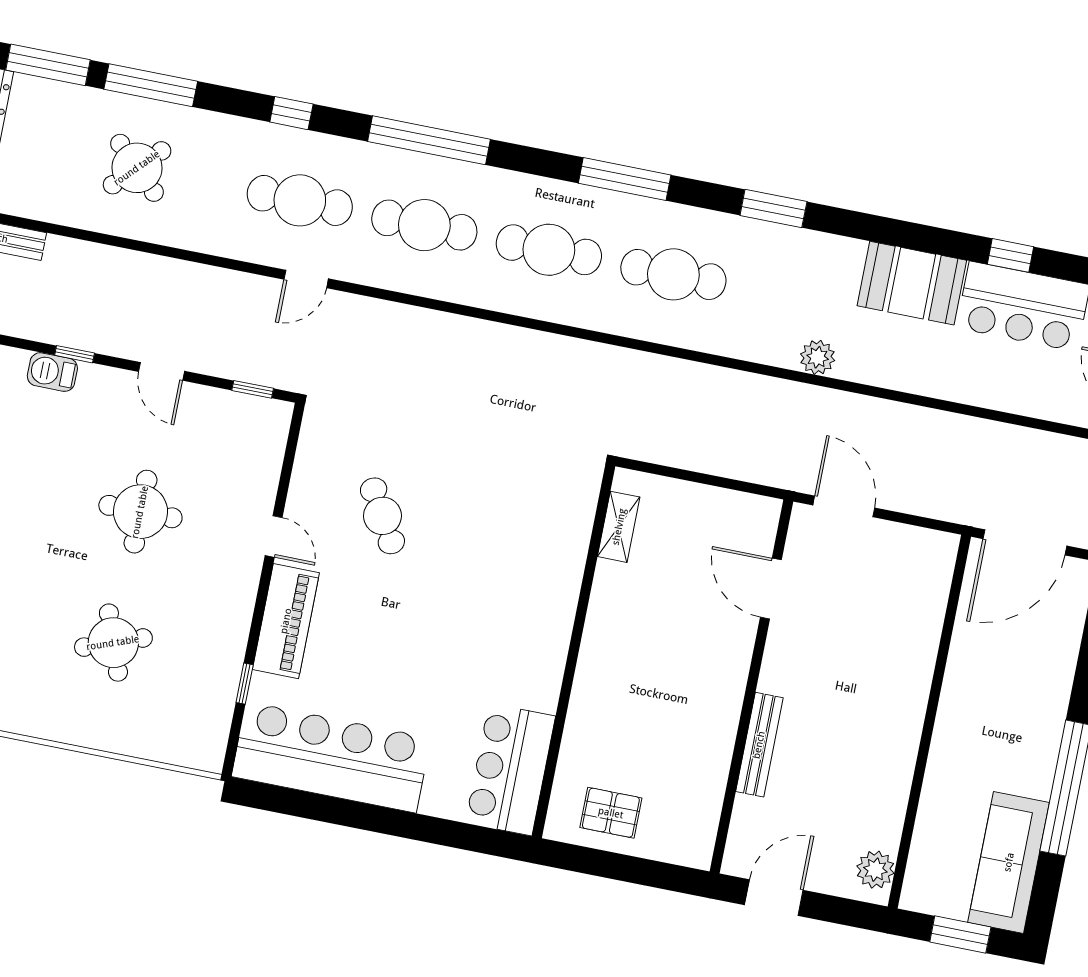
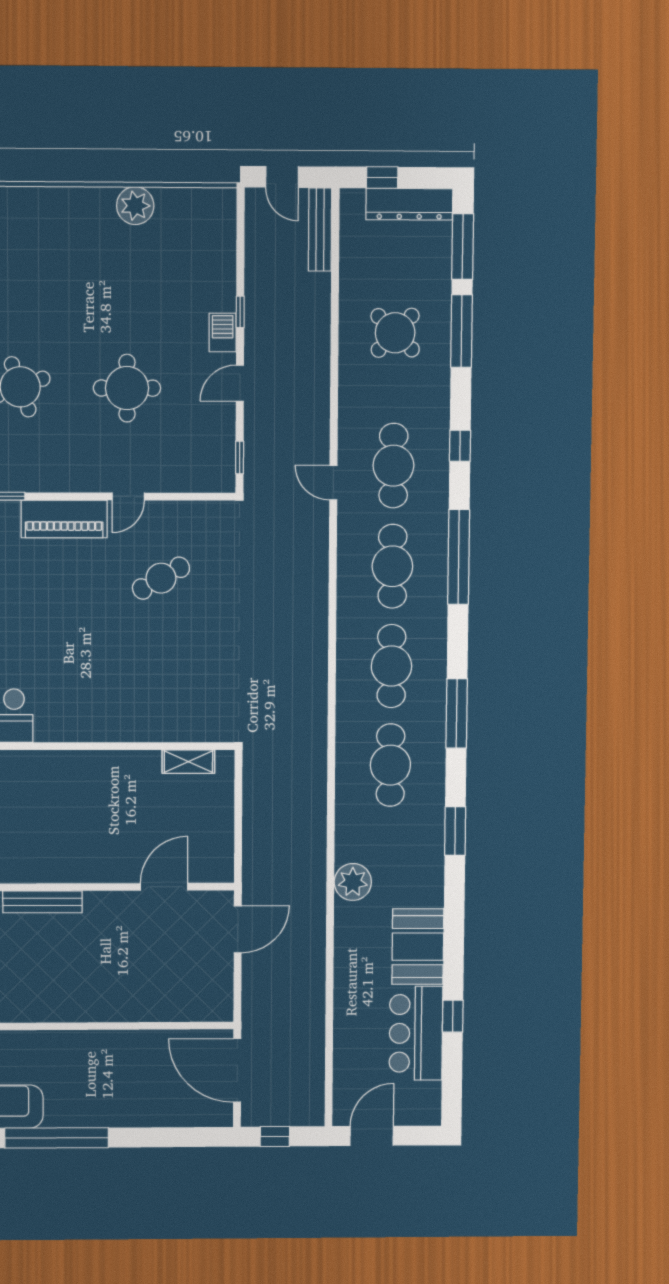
plant: (818, 357) -> (353, 882), width x1.36, depth x1.36
barbecue: (52, 372) -> (223, 332), moved

